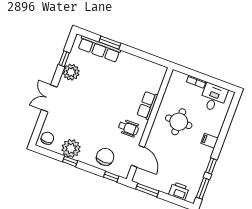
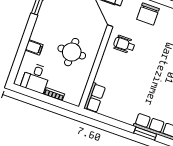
row of seats: (147, 105) -> (95, 98), moved
filing cabinet: (210, 141) -> (34, 47), moved

